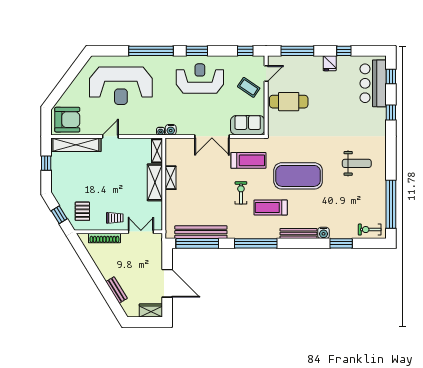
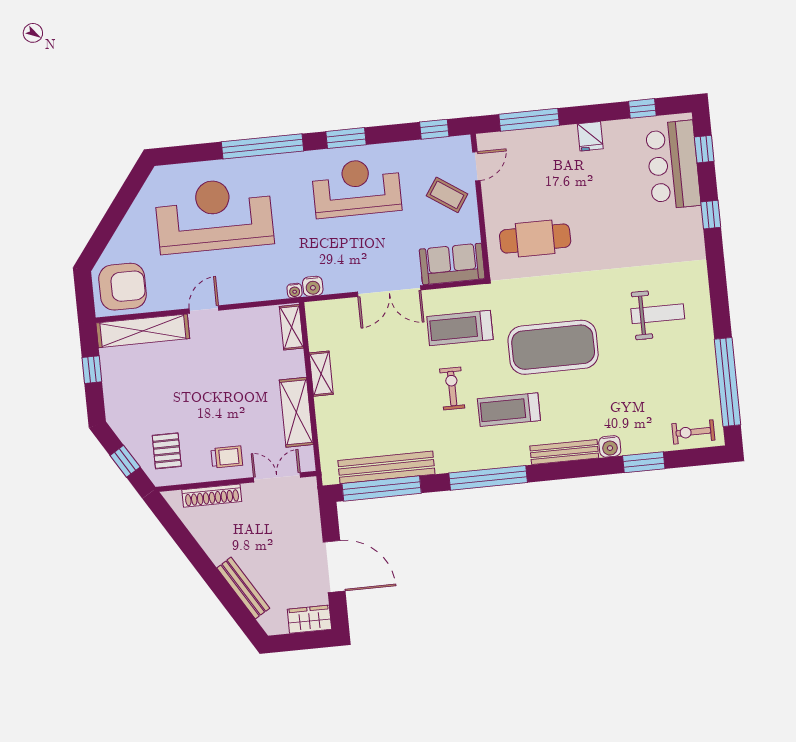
window: (344, 51) -> (642, 108), moved
reception desk: (121, 86) -> (214, 215), turned 180
cafe table: (289, 102) -> (535, 239), moved
treadmill: (248, 160) -> (460, 328), turned 180
shelving: (155, 182) -> (296, 412), moved
bench: (117, 290) -> (243, 588), width x1.36

